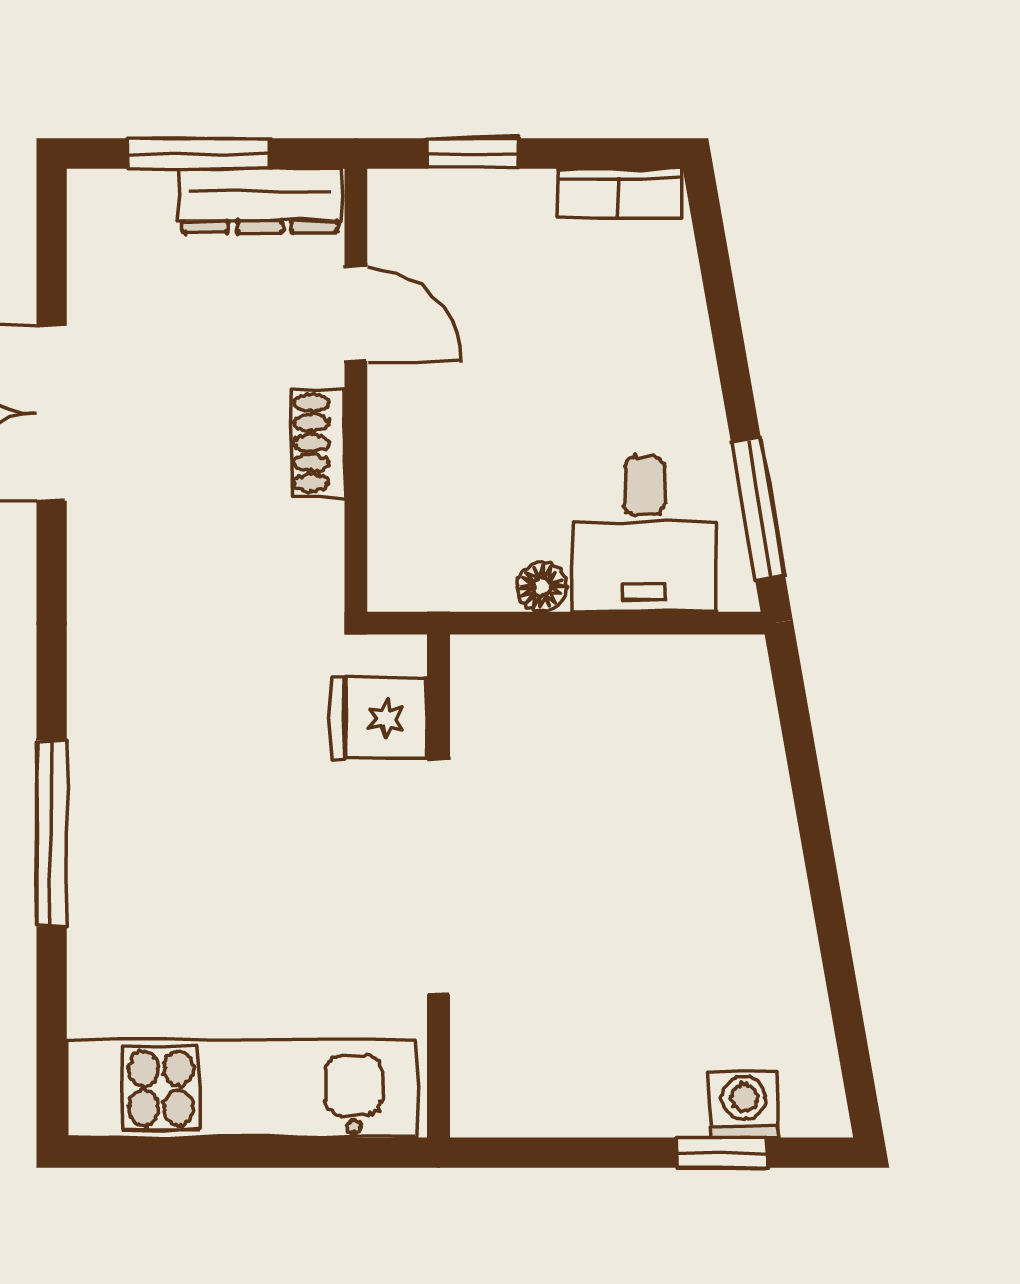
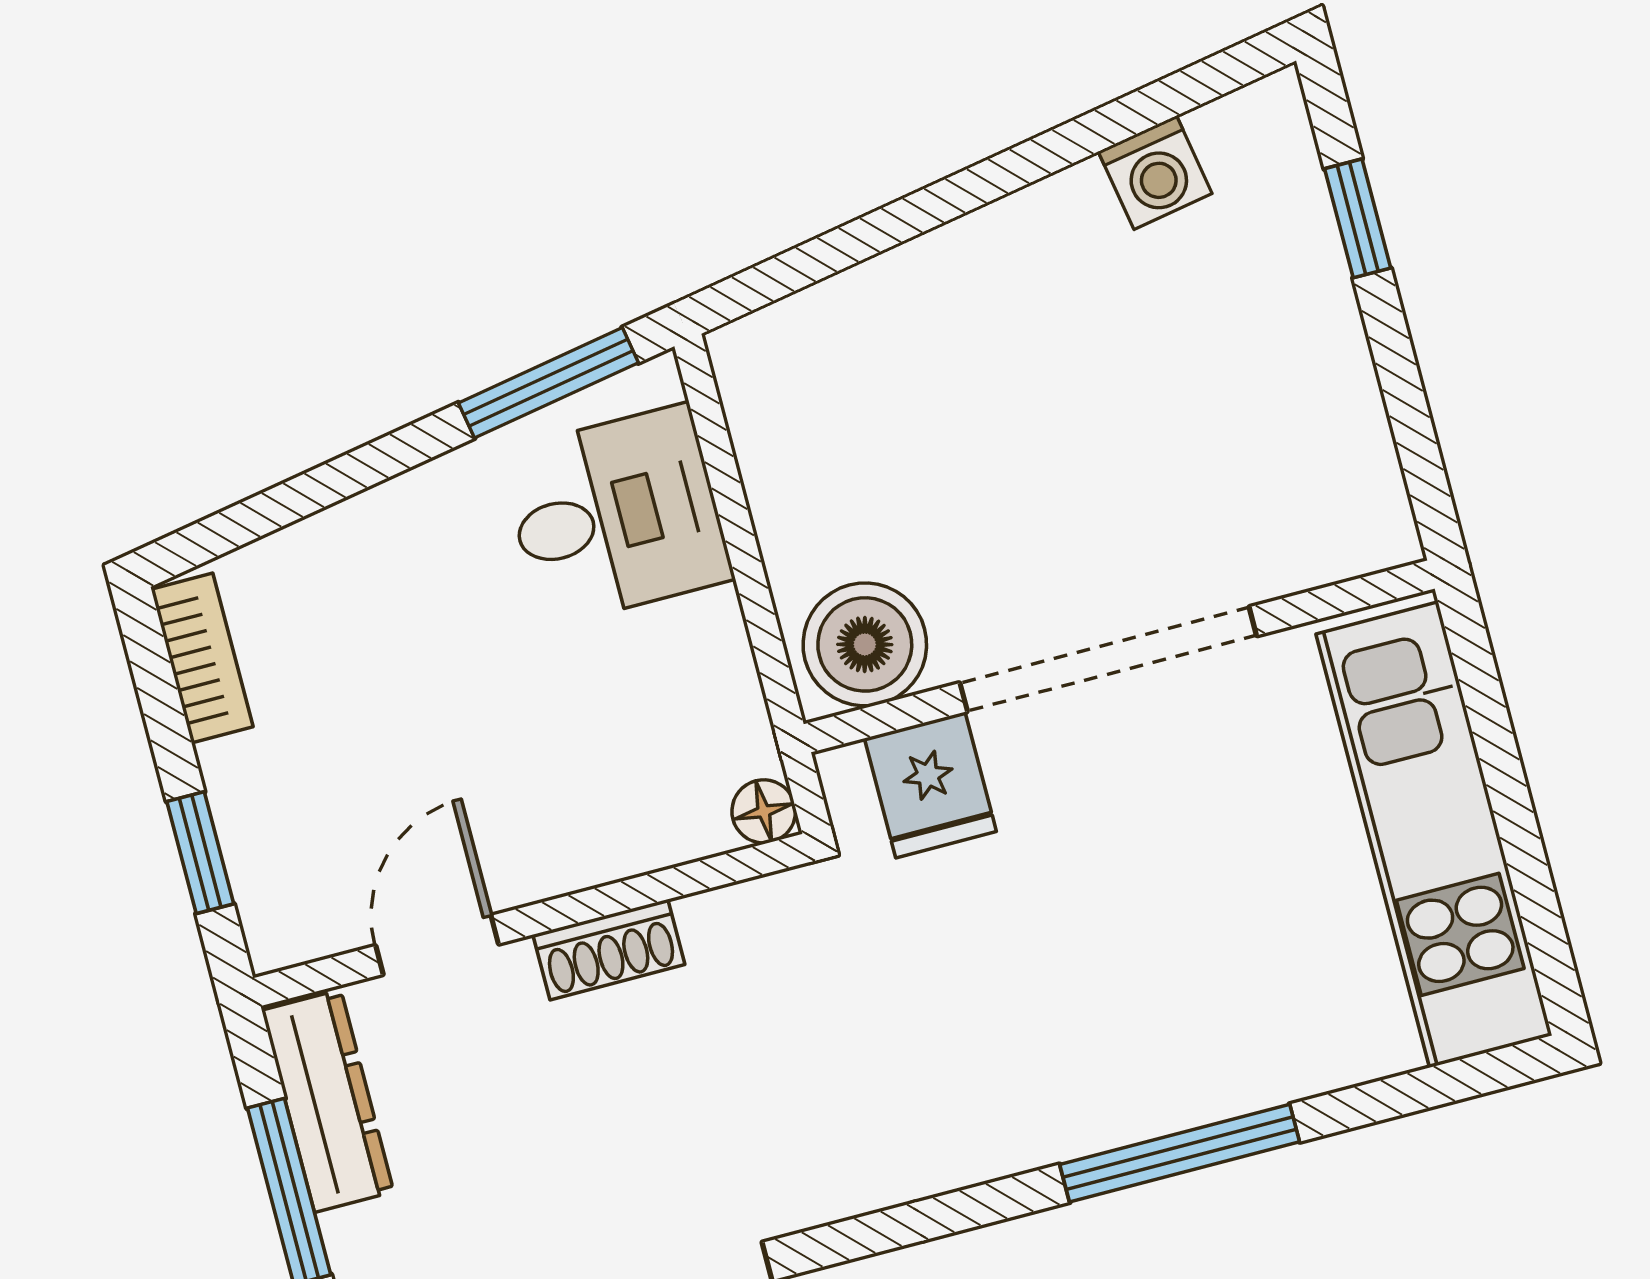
floor lamp: (542, 587) -> (764, 811), moved
boiler: (498, 696) -> (865, 644), added
washing machine: (744, 1104) -> (1155, 173), moved, turned -100

